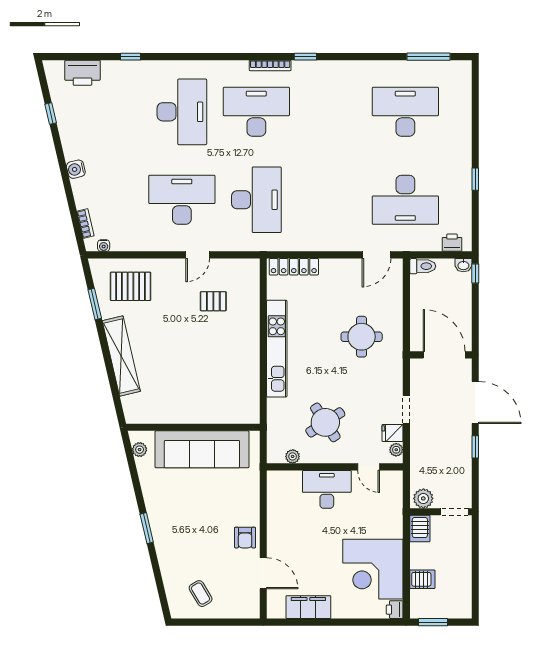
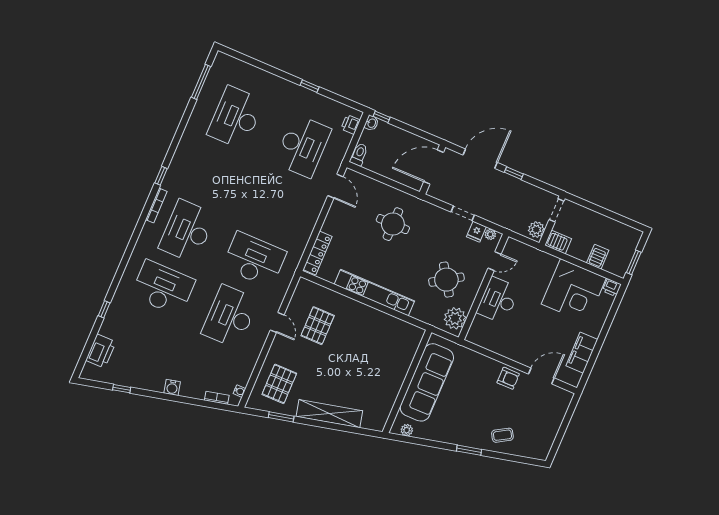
pallet: (213, 301) -> (318, 326), width x1.50, depth x1.42
plant: (293, 456) -> (455, 318), width x1.88, depth x1.88
coffee table: (201, 594) -> (502, 435), moved

